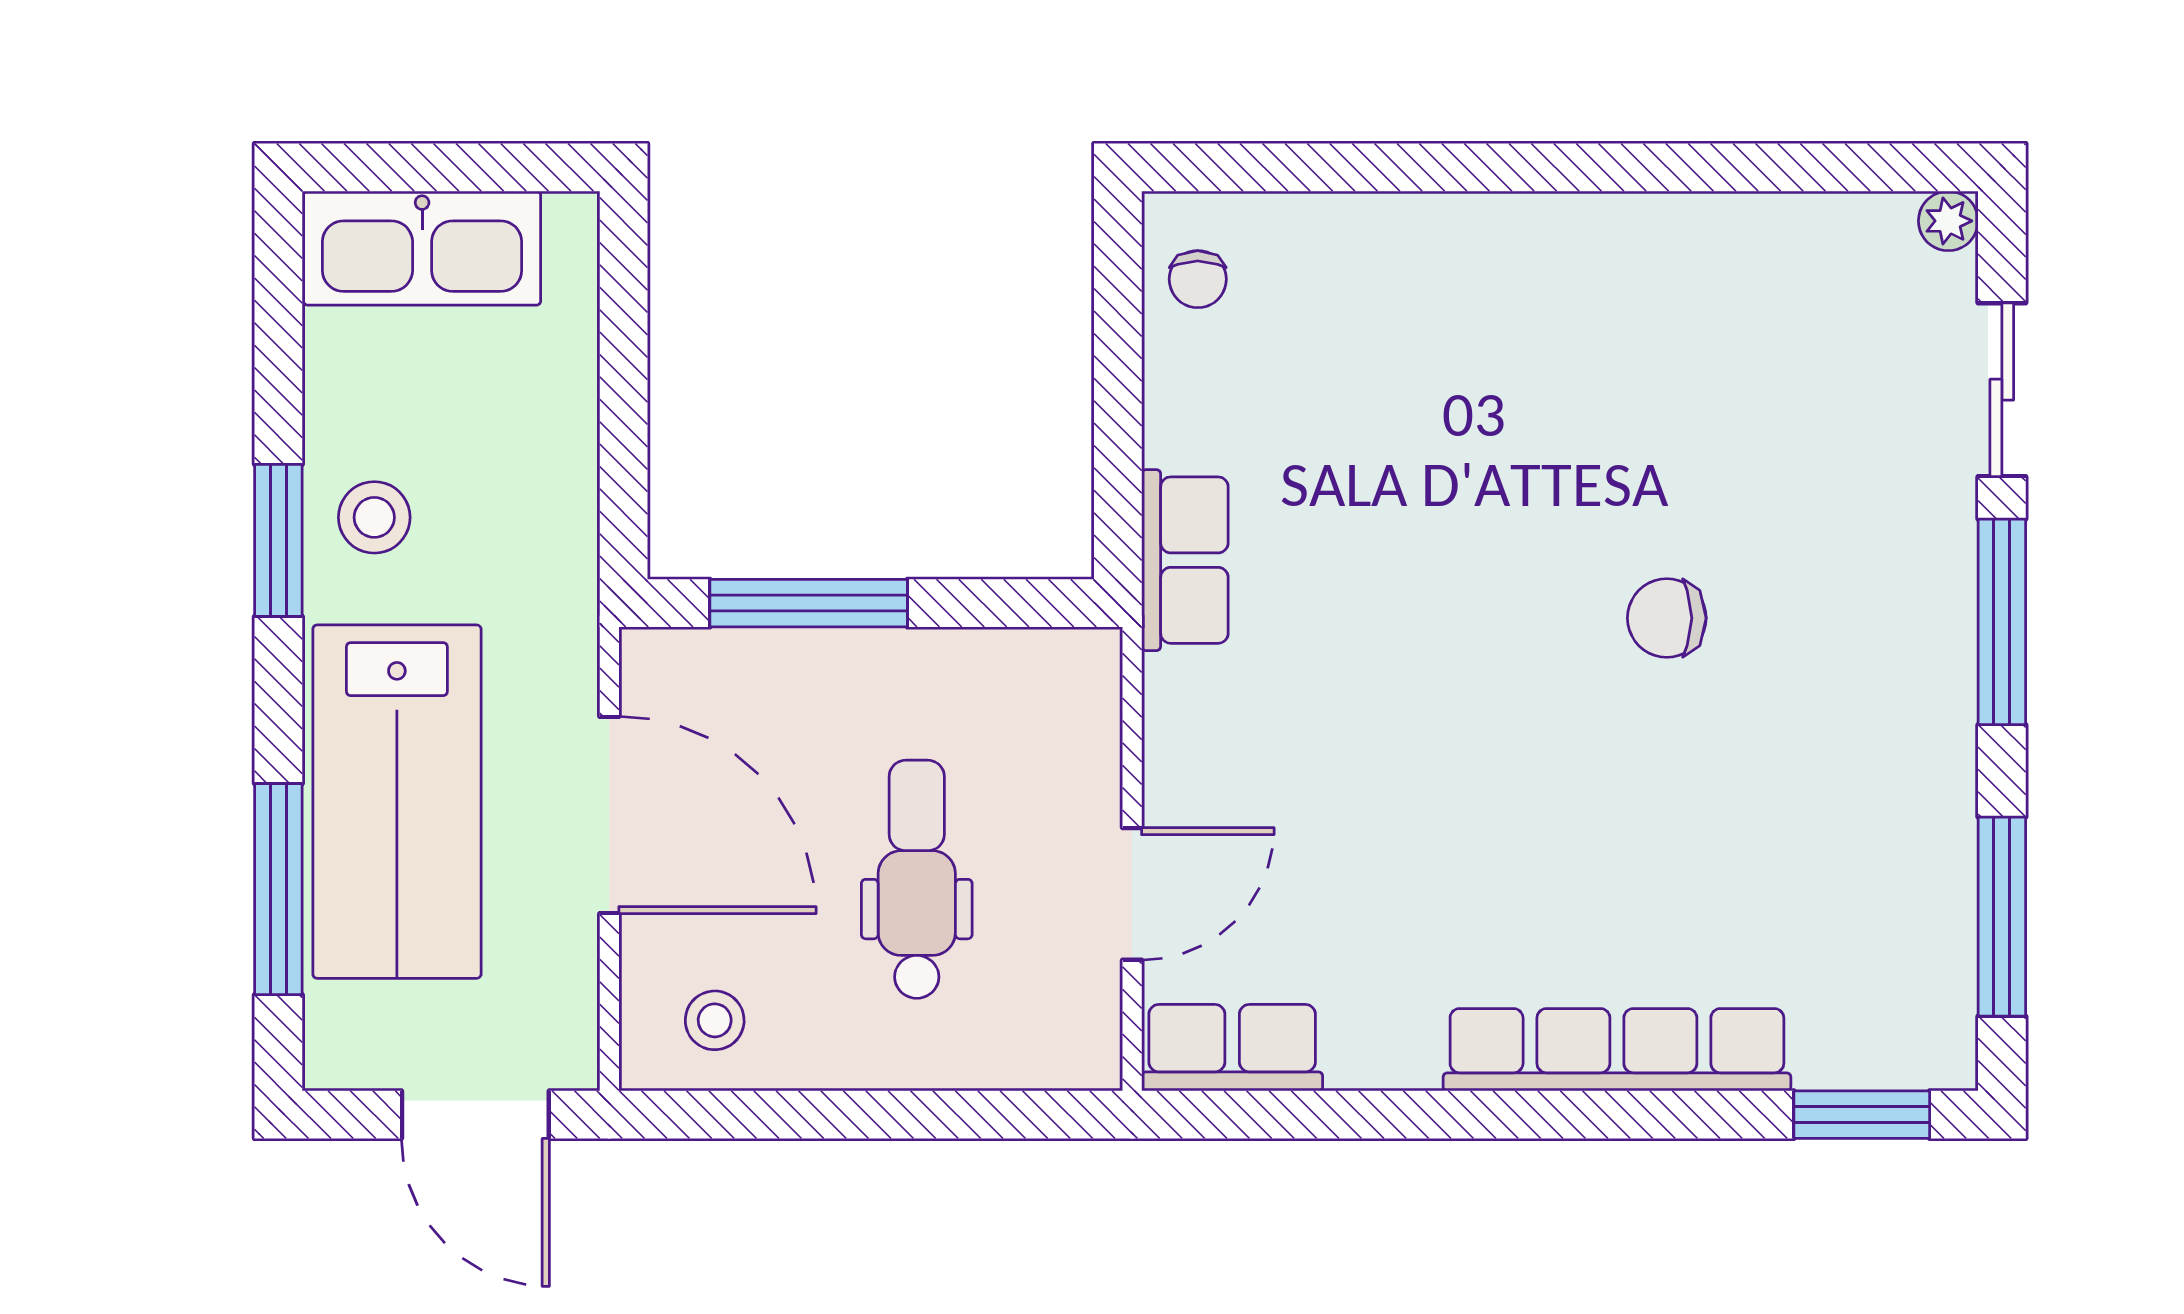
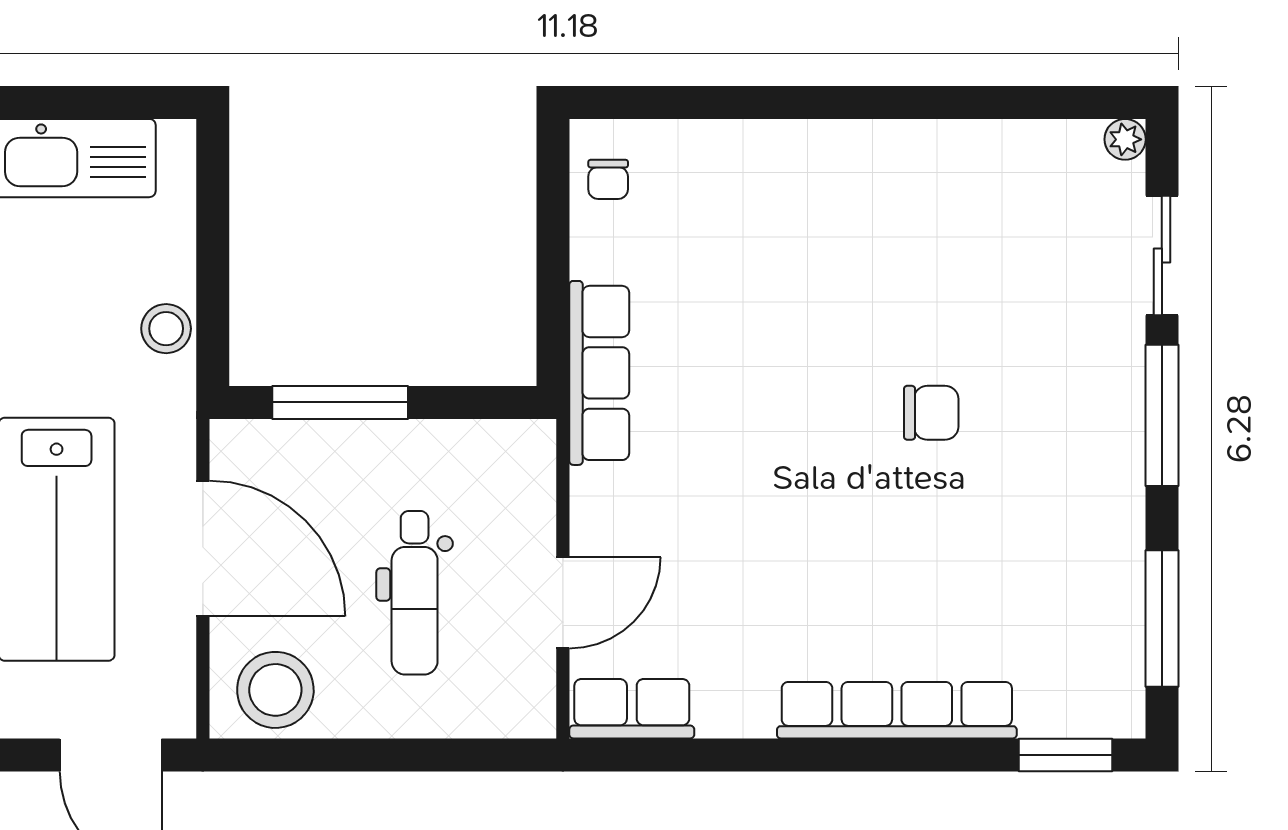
stool: (374, 517) -> (166, 329), moved
row of seats: (1185, 560) -> (599, 373), width x1.48
chair: (1667, 618) -> (931, 413), turned 180
dental chair: (917, 879) -> (415, 593), turned 180
stool: (715, 1020) -> (275, 690), width x1.89, depth x1.89

